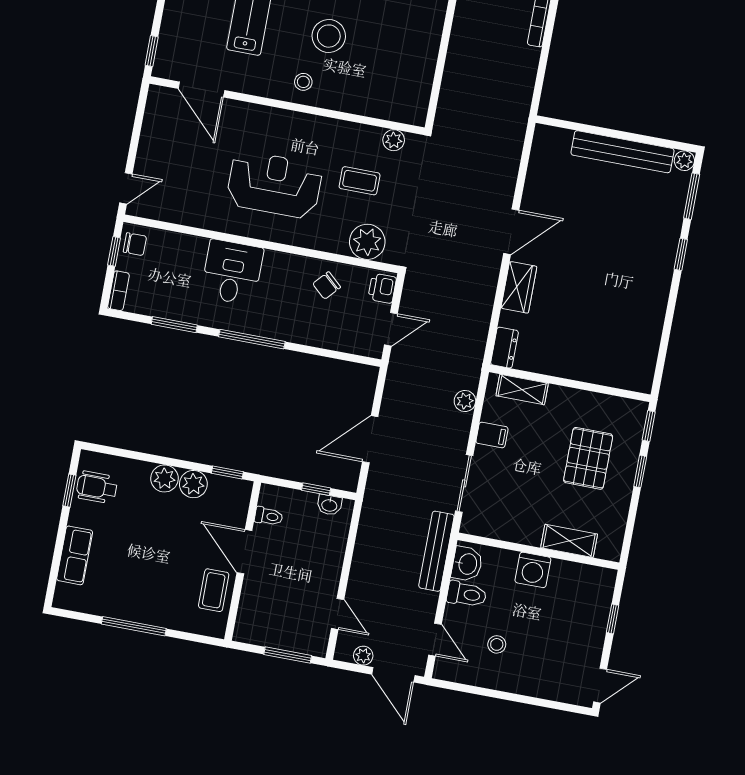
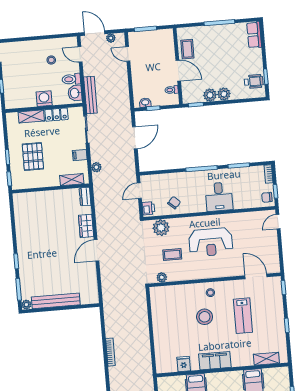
locker: (517, 530) -> (57, 115), added
row of seats: (75, 555) -> (254, 35), moved

